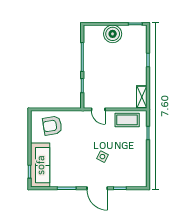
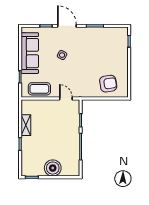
shelving: (142, 97) -> (26, 125), moved
sofa: (40, 165) -> (30, 53), moved, turned 180

